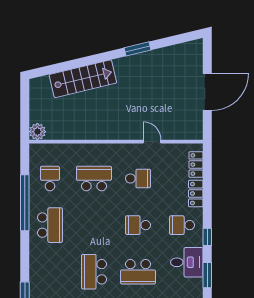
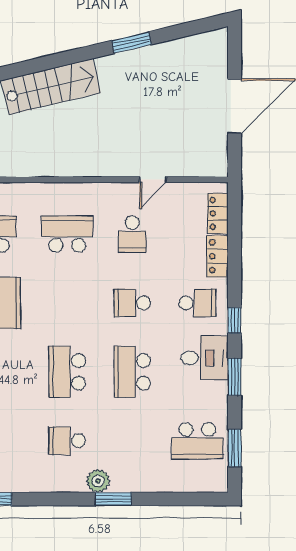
door: (152, 142) -> (153, 180), swing flipped
school desk: (138, 178) -> (132, 234), turned 90
school desk: (182, 225) -> (197, 303), turned 180
school desk: (138, 272) -> (132, 372), turned 90

